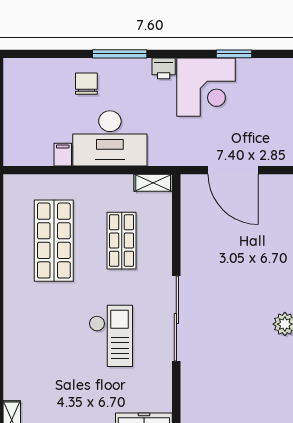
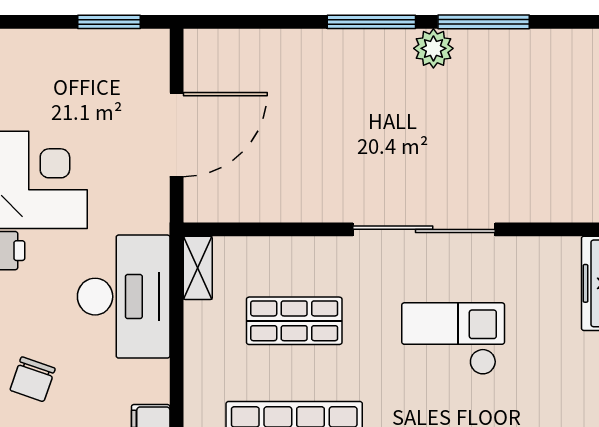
chair: (86, 84) -> (33, 379), turned -71
desk: (110, 138) -> (124, 297), moved

